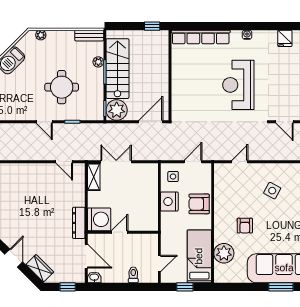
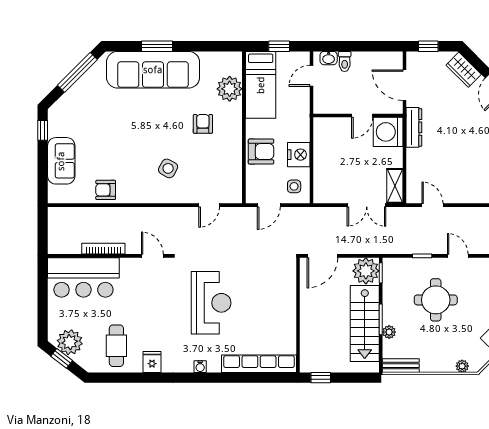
washbasin: (94, 277) -> (329, 58), moved

